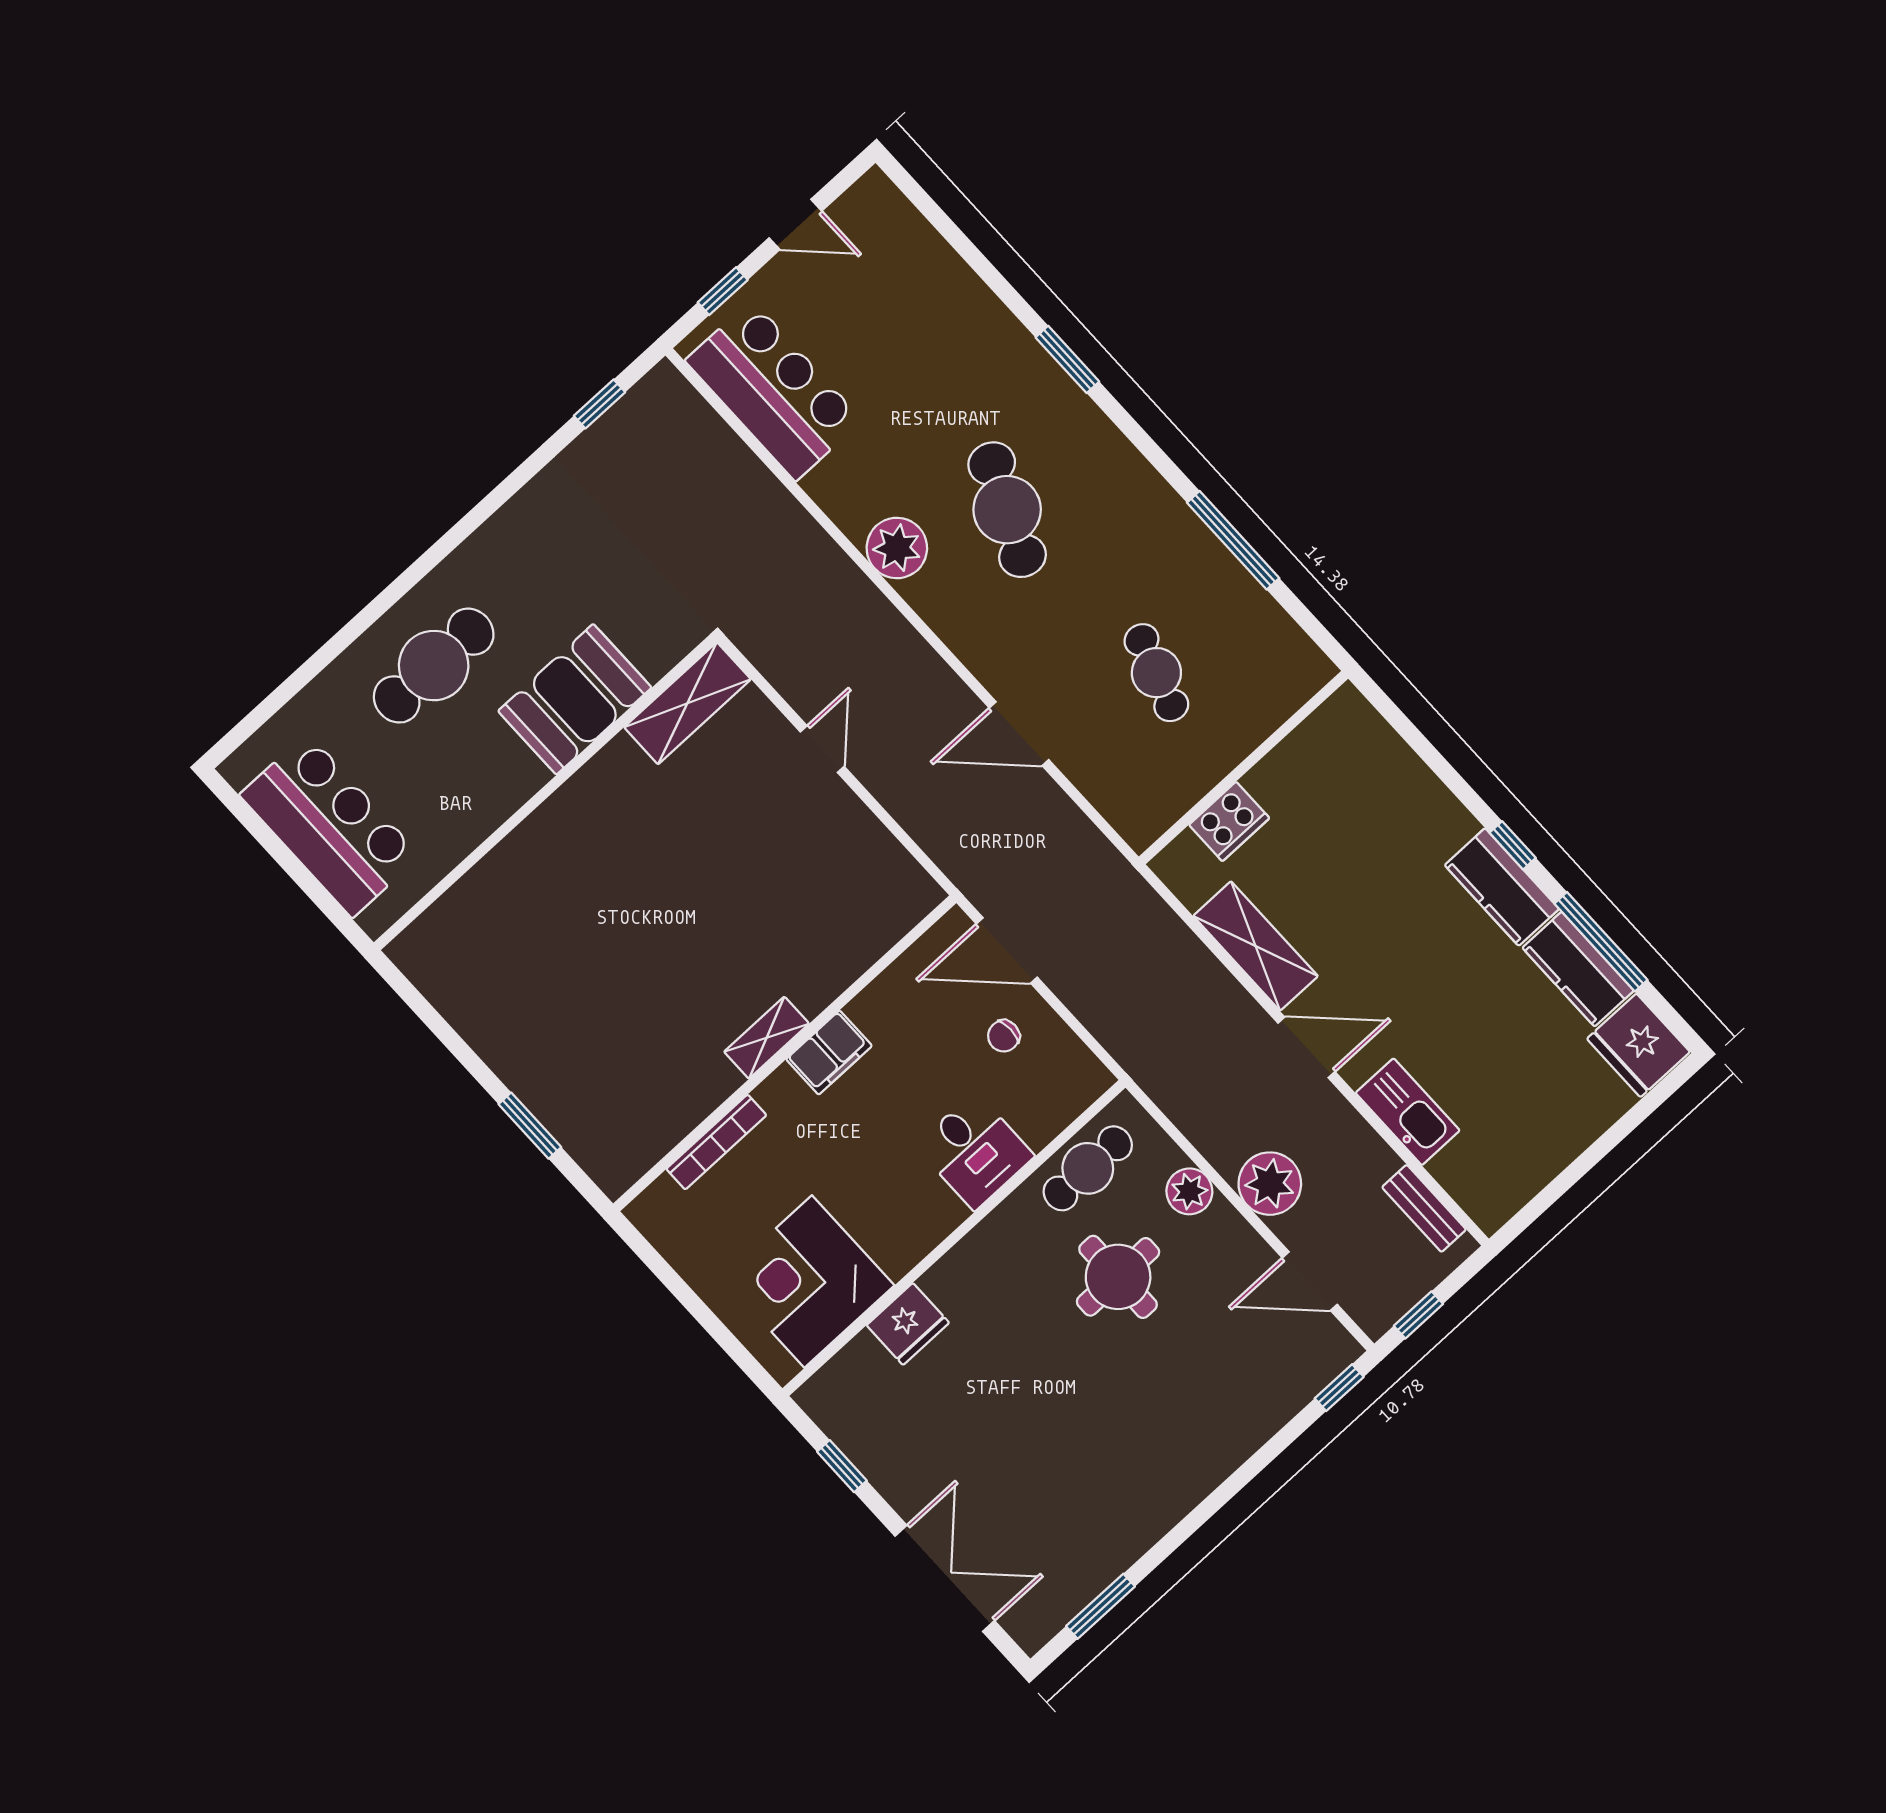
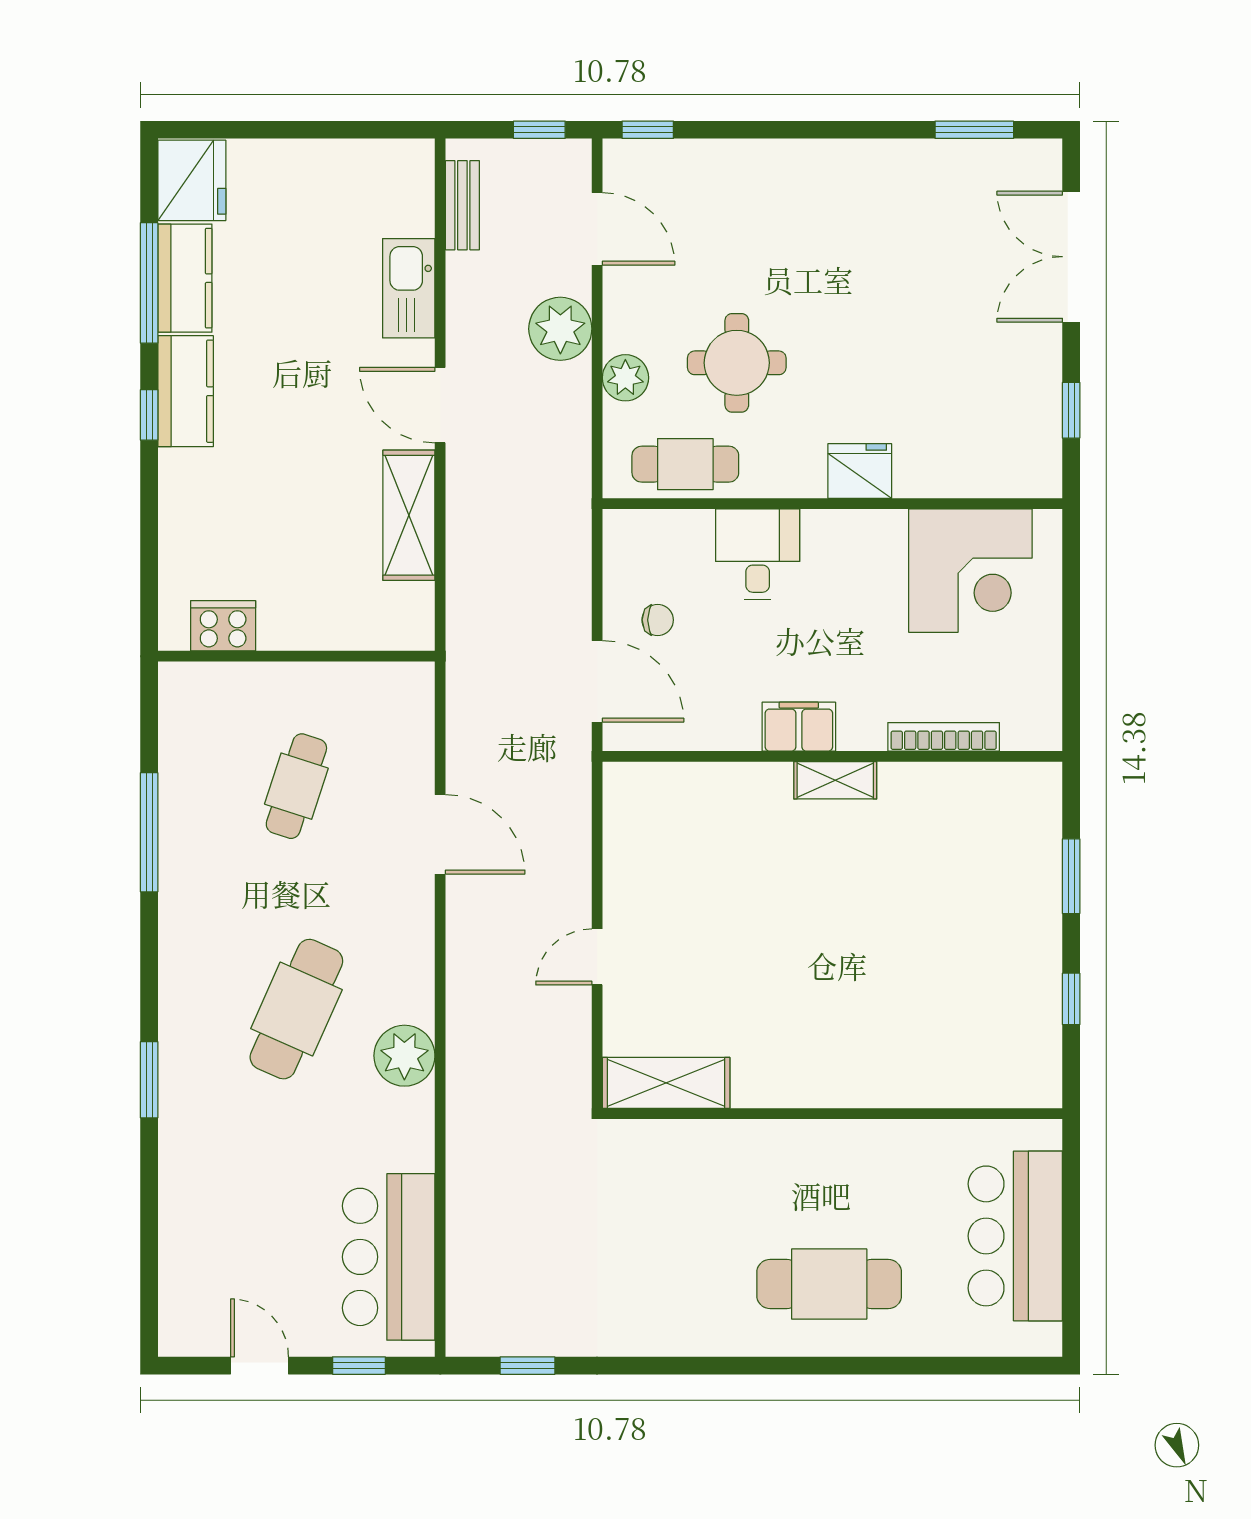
booth: (575, 699) -> (747, 1163), removed
cooker: (1229, 821) -> (223, 626), moved
window: (448, 1036) -> (1071, 999), added
fridge: (908, 1324) -> (860, 471), moved

